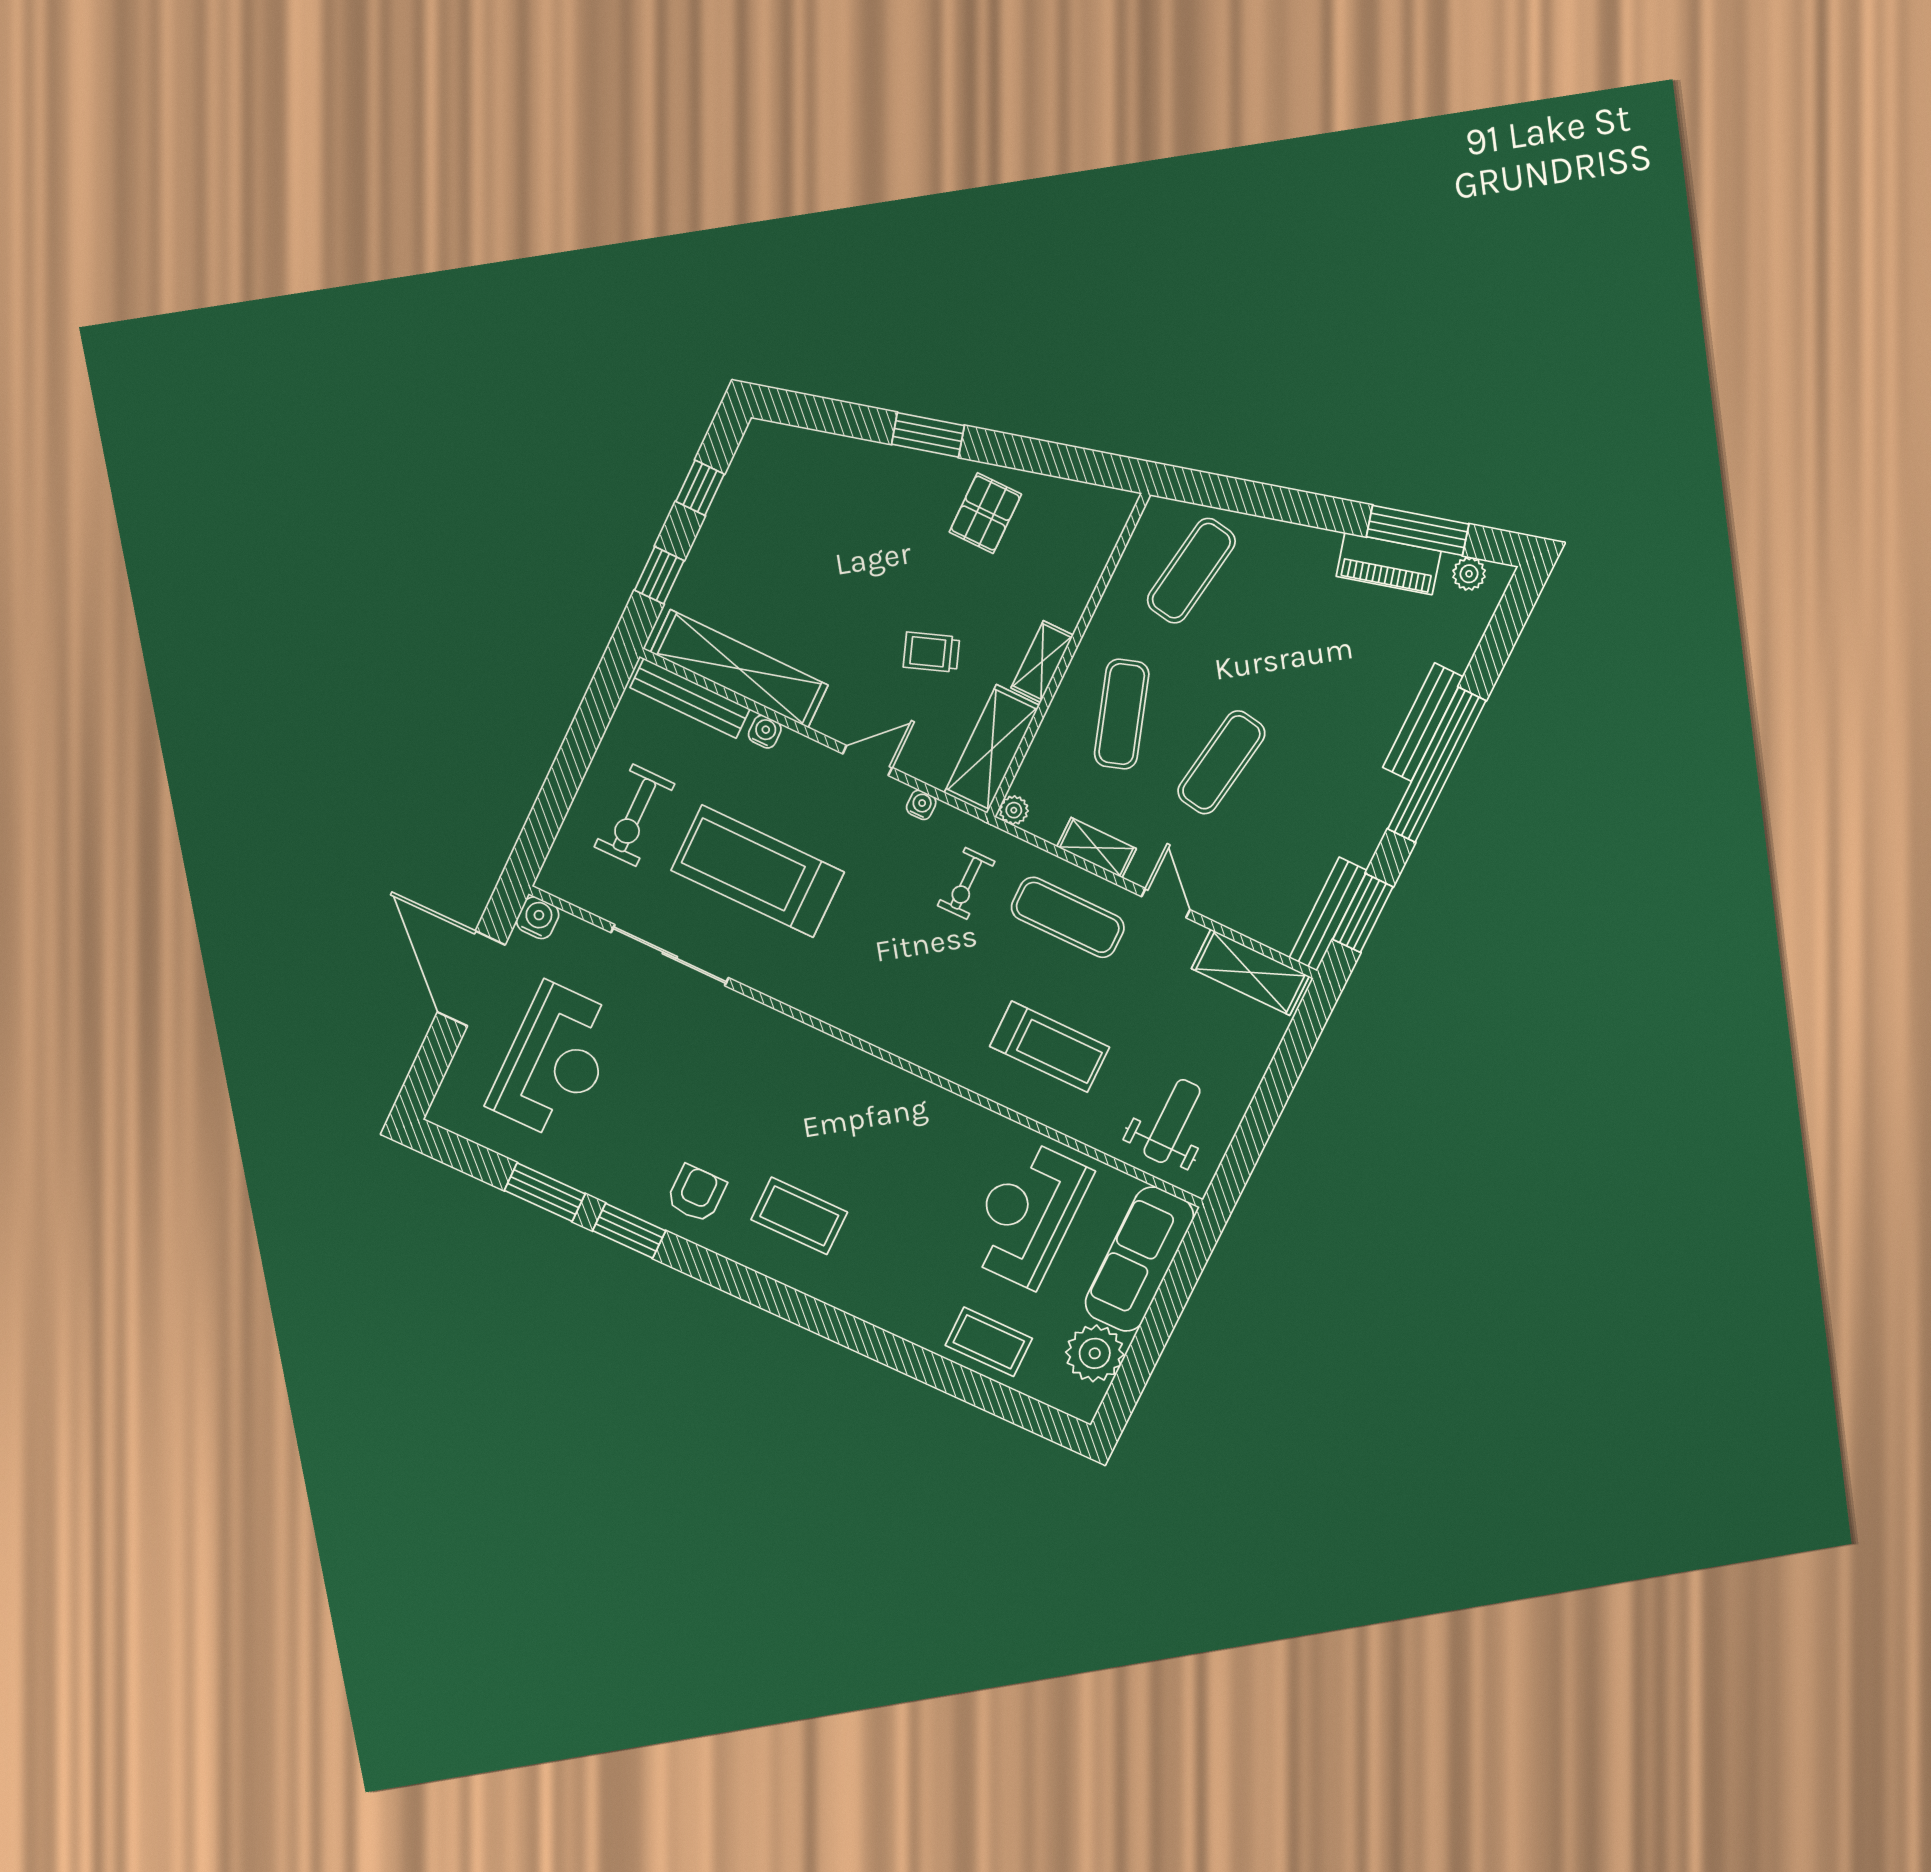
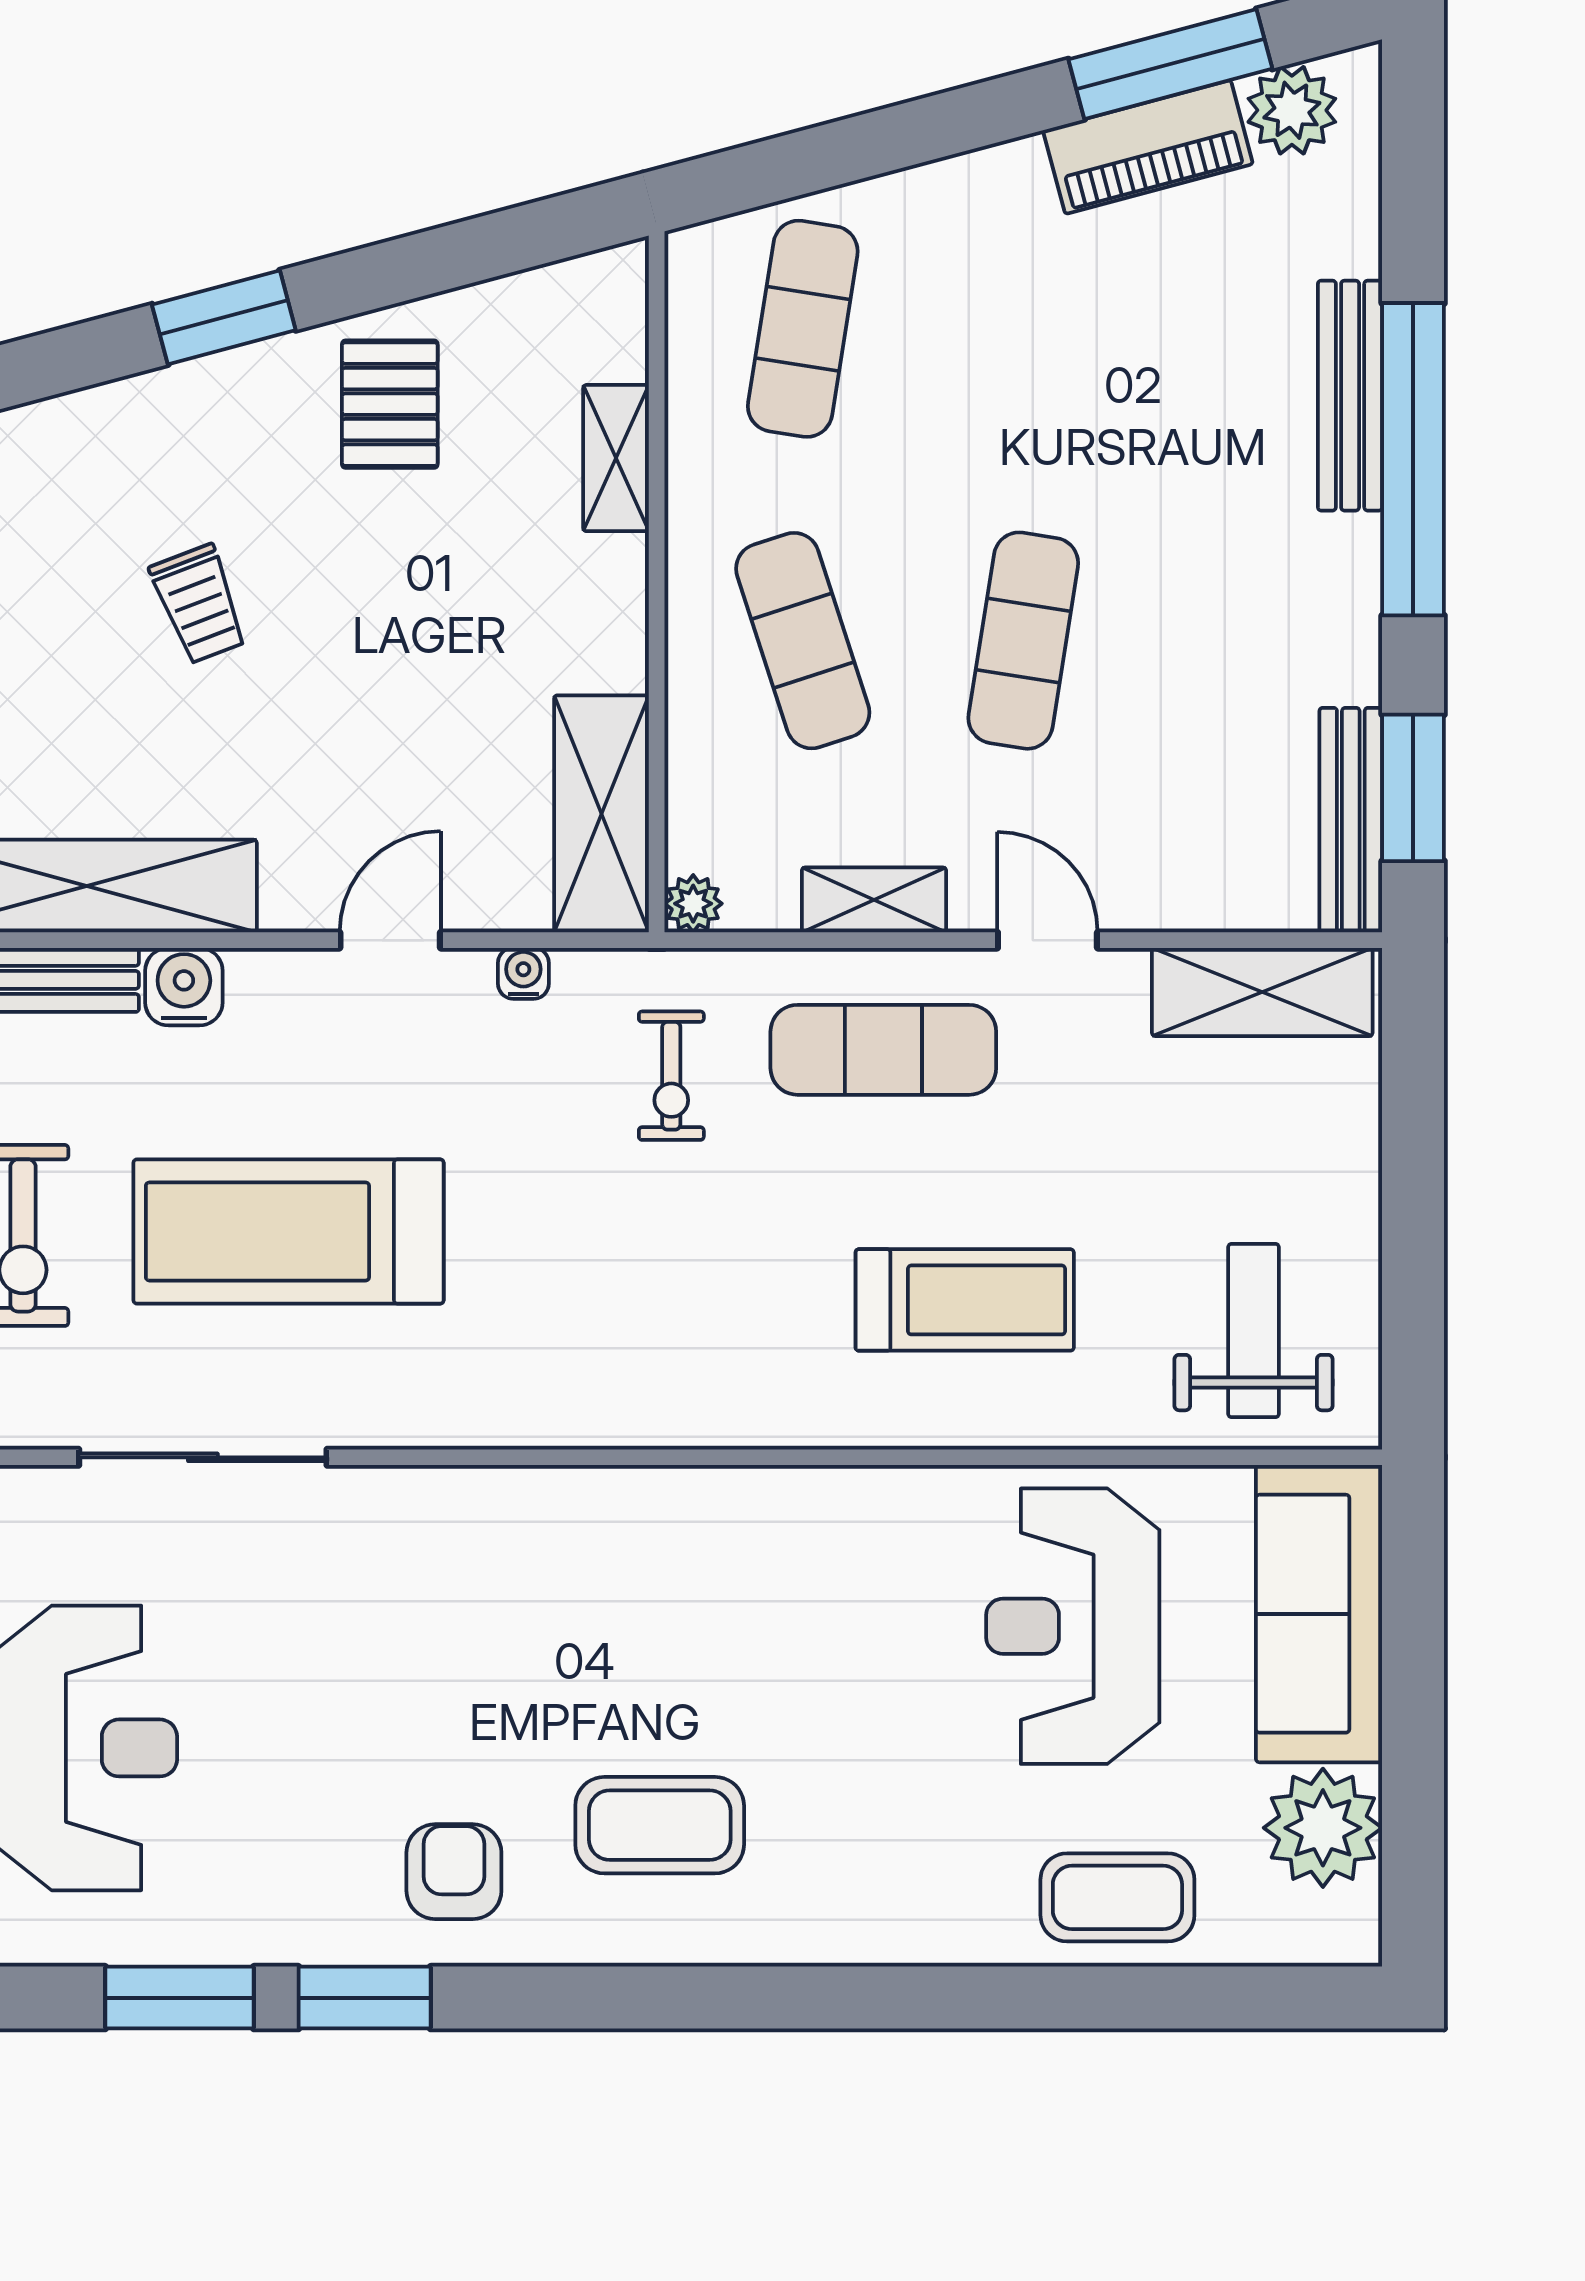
plant: (1469, 574) -> (1292, 110), width x1.38, depth x1.38
trolley: (931, 652) -> (199, 604), moved, turned -91
shelving: (1042, 662) -> (616, 458), moved
water cooler: (765, 732) -> (184, 987), width x1.38, depth x1.38

